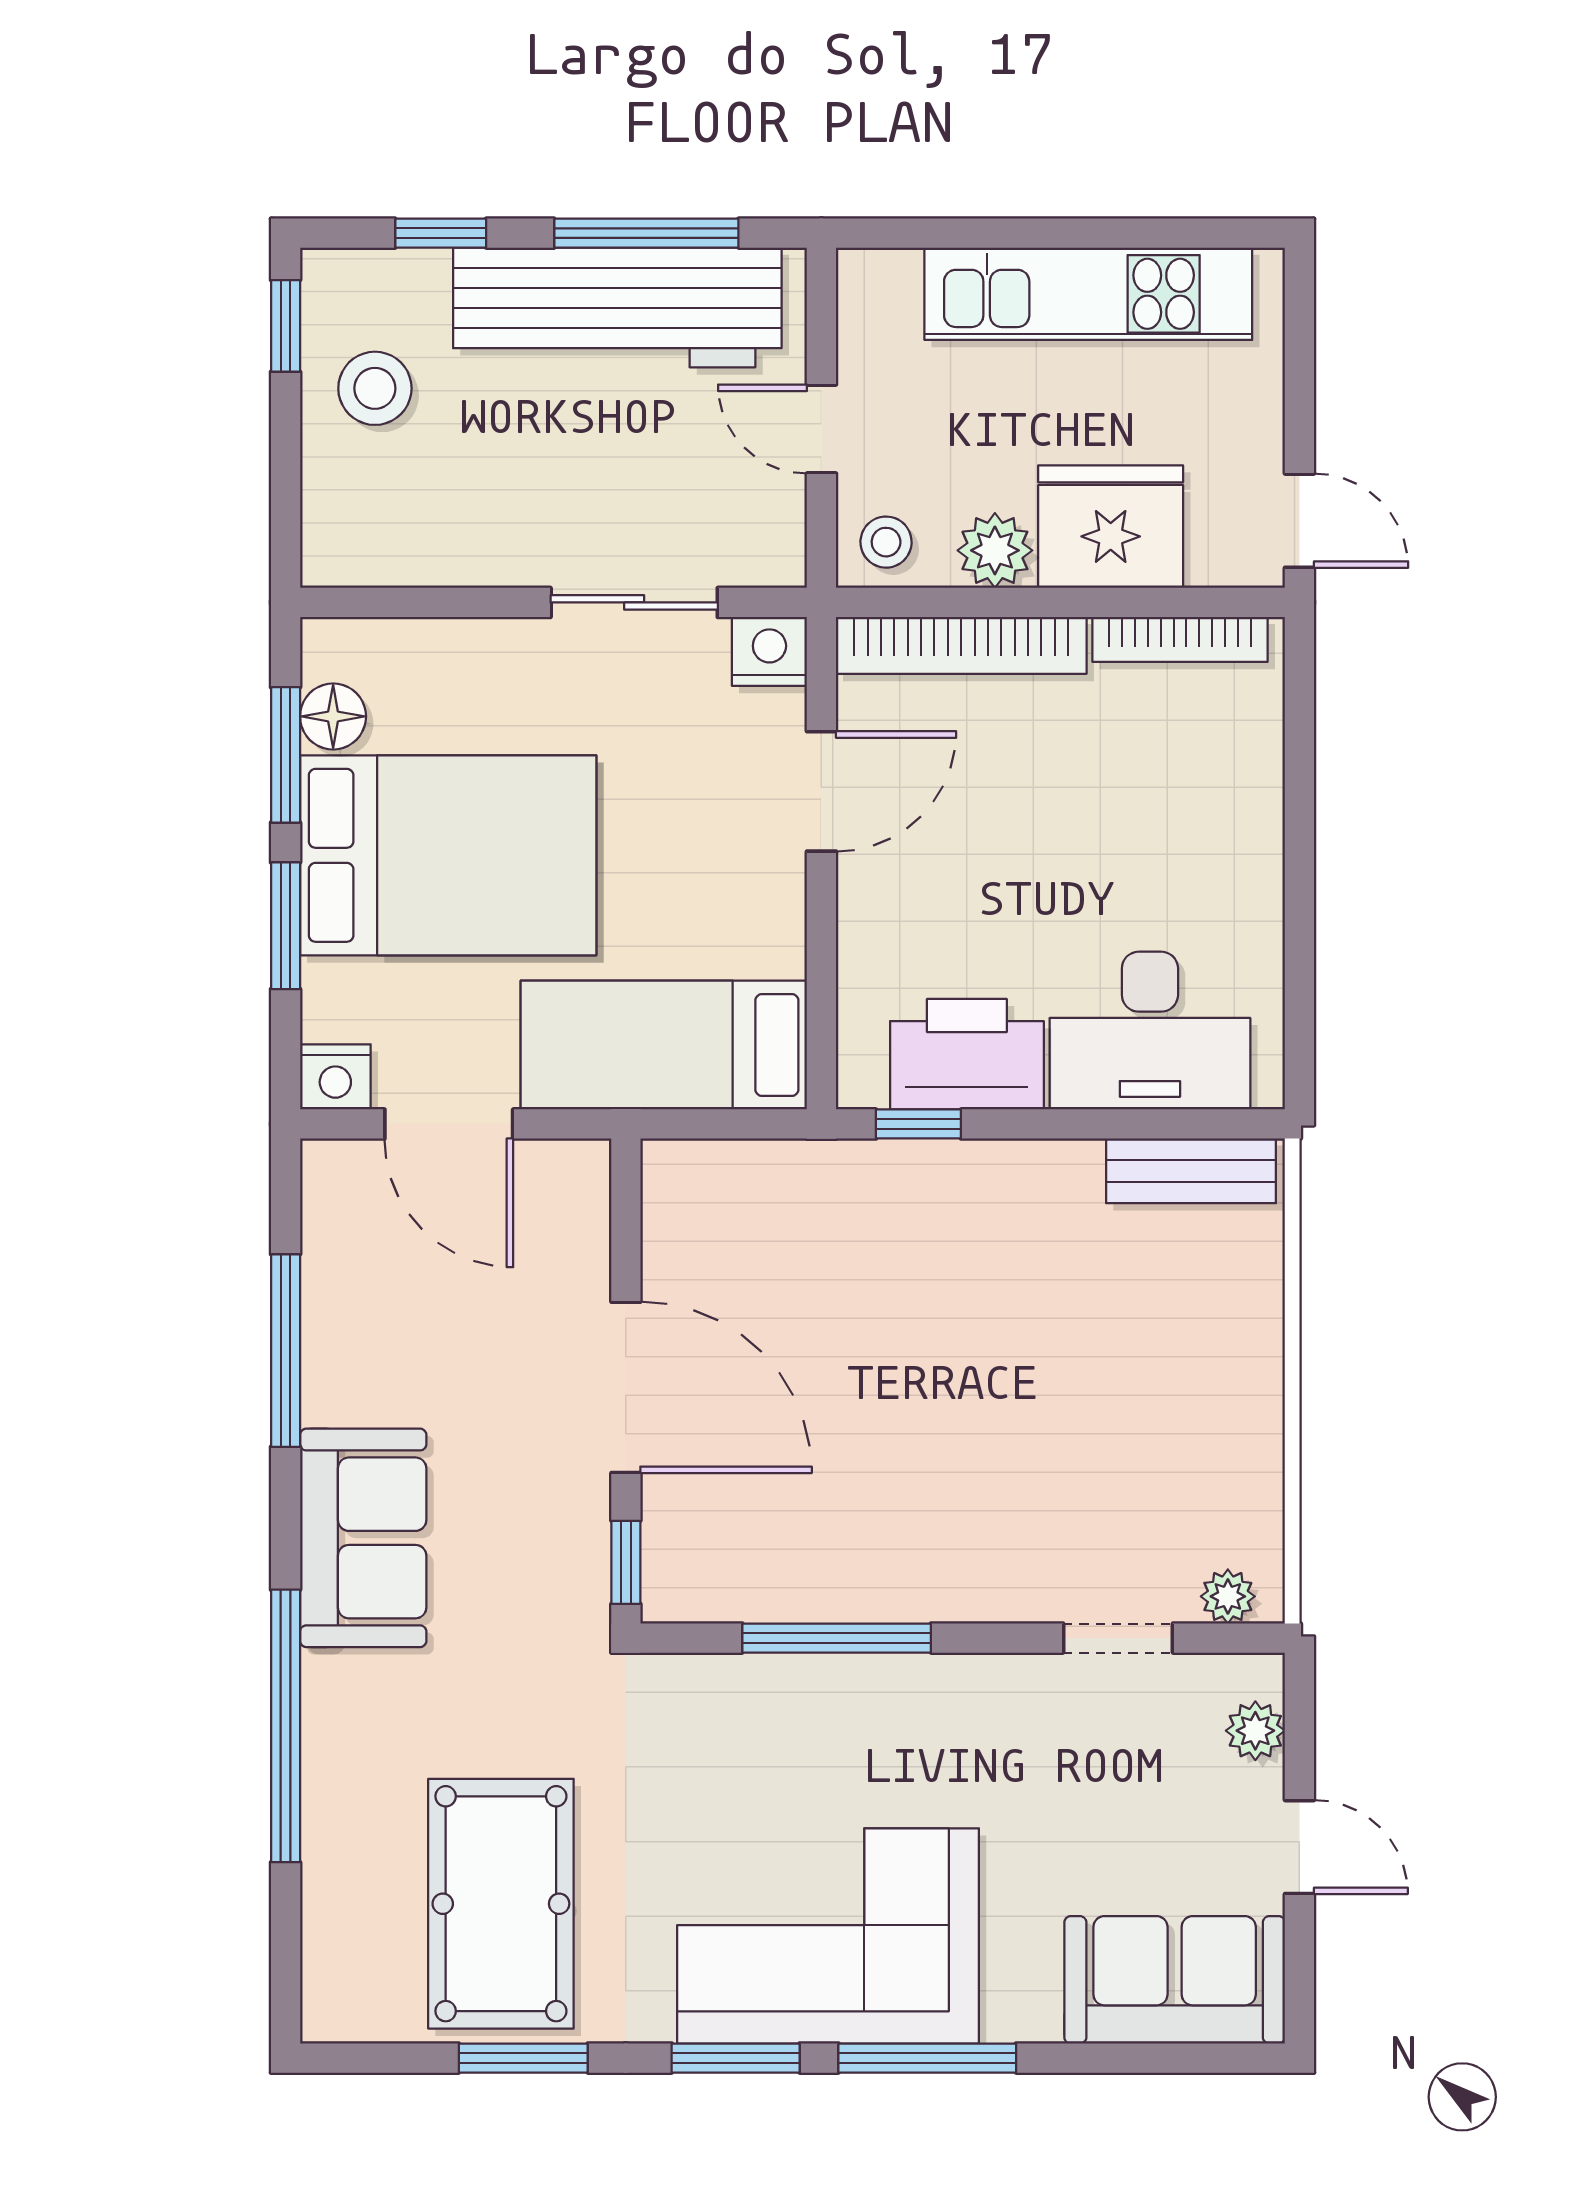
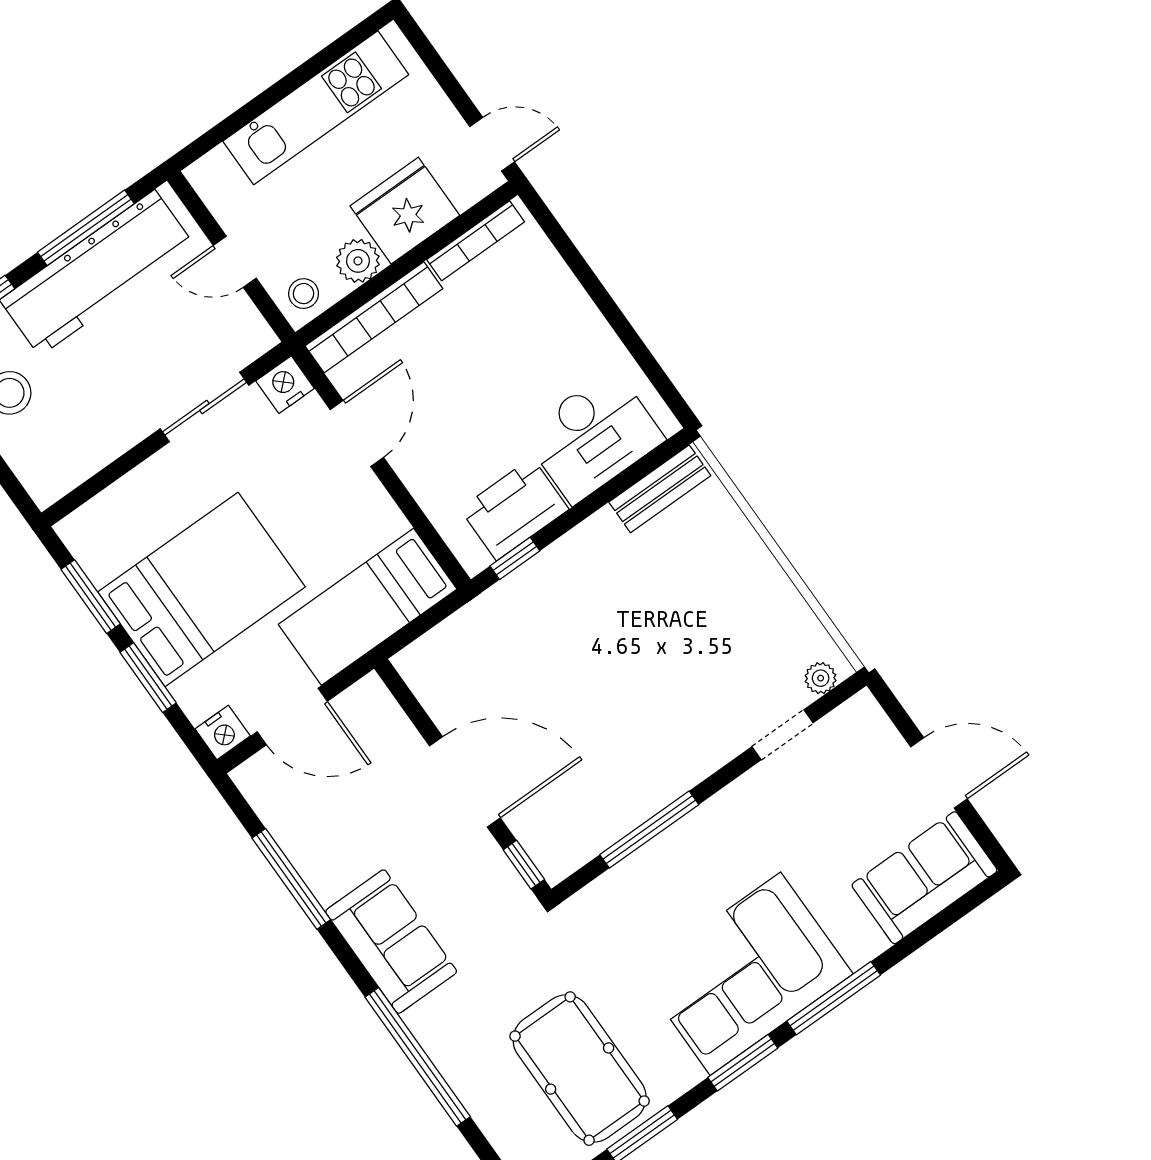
floor lamp: (333, 716) -> (100, 562), removed
plant: (1255, 1731) -> (879, 733), removed
door: (1299, 1847) -> (939, 773), width x1.38

